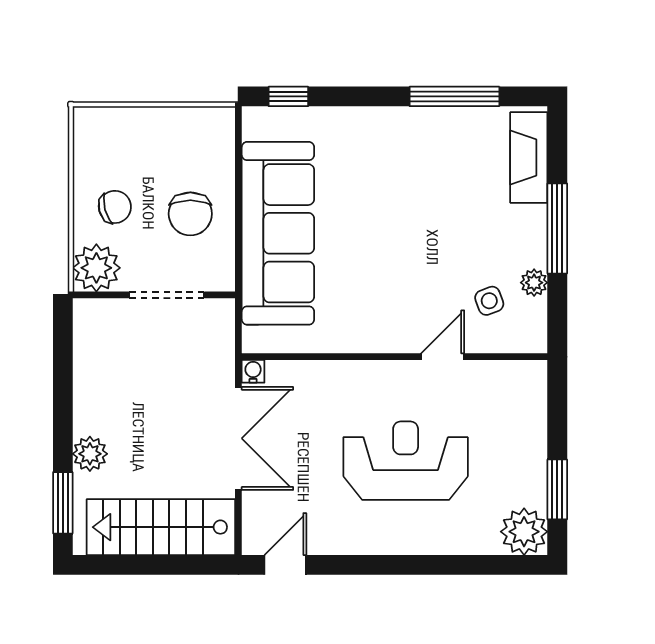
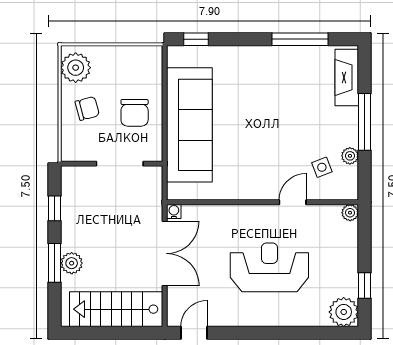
plant: (96, 268) -> (76, 68), moved
window: (63, 366) -> (55, 208), added
plant: (534, 373) -> (350, 213), added
window: (557, 489) -> (365, 285), width x0.67
window: (63, 503) -> (55, 263), moved

